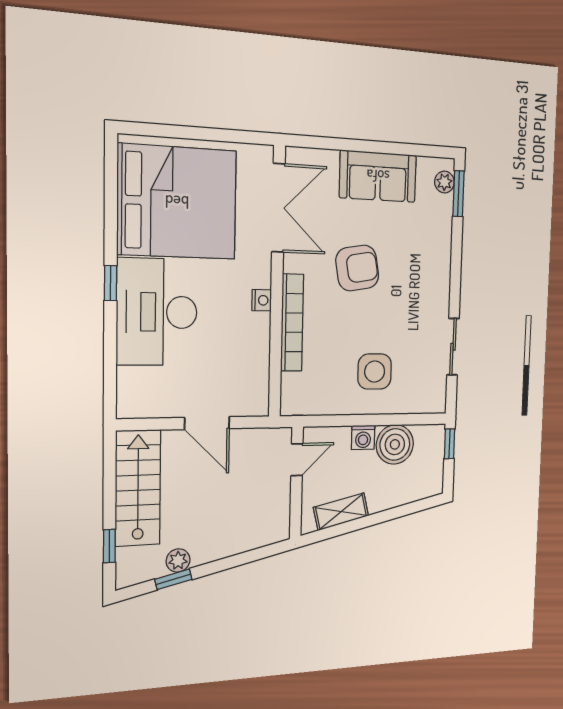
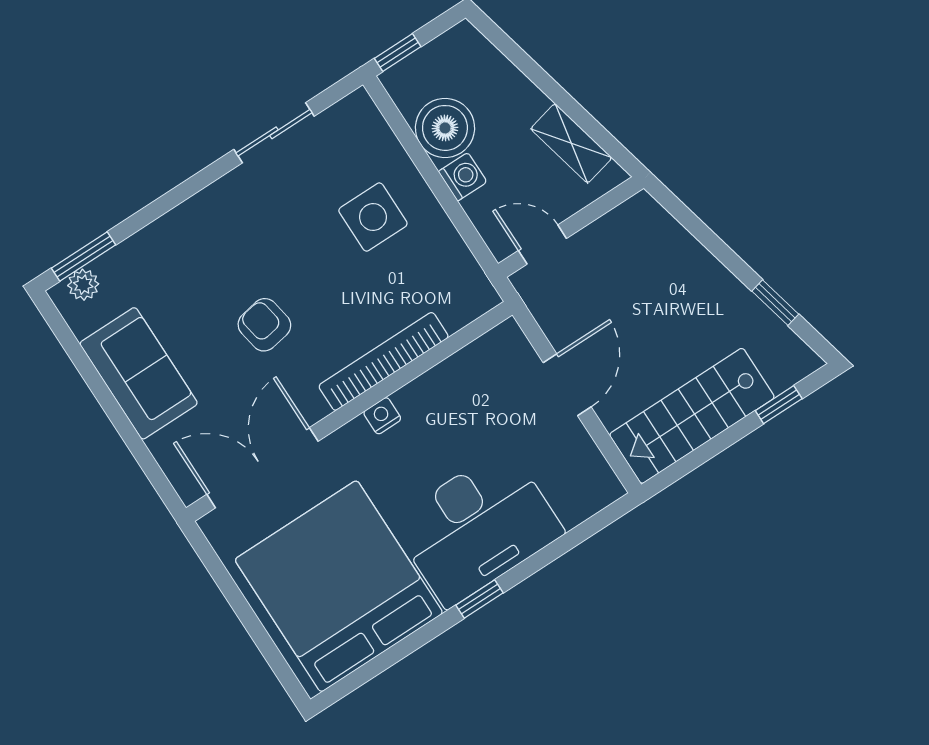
armchair: (357, 268) -> (264, 325), width x0.72, depth x0.72
plant: (178, 560) -> (750, 312), removed

